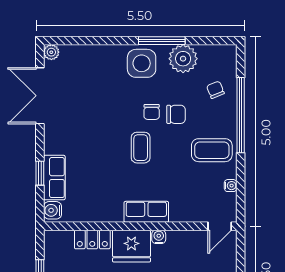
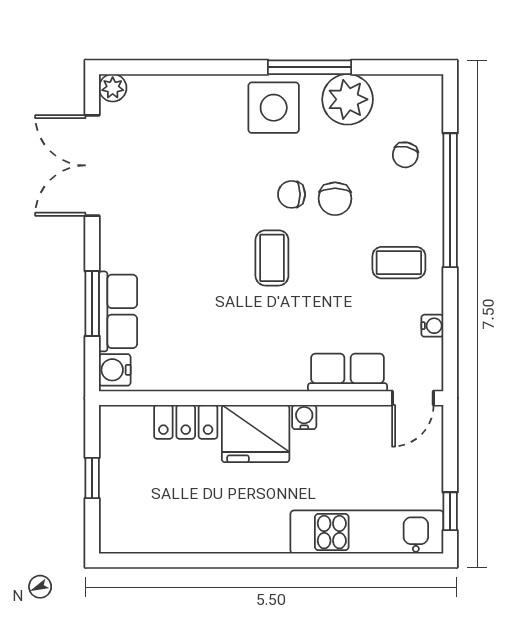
chair: (215, 90) -> (405, 155), turned -146
chair: (152, 112) -> (292, 194), turned 90
chair: (176, 114) -> (335, 199), turned 90
coffee table: (212, 150) -> (399, 263), width x0.73, depth x0.77
window: (40, 173) -> (92, 303), width x1.50
row of seats: (146, 212) -> (348, 373), moved

